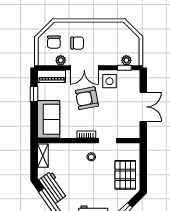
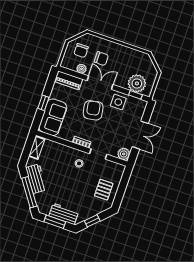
plant: (126, 60) -> (137, 83), width x1.87, depth x1.87
double door: (84, 68) -> (100, 83), swing flipped
window: (34, 94) -> (43, 103), moved
armchair: (87, 98) -> (93, 110), turned 91
plant: (133, 132) -> (124, 154), added
pallet: (125, 175) -> (104, 190), width x0.67, depth x0.71

